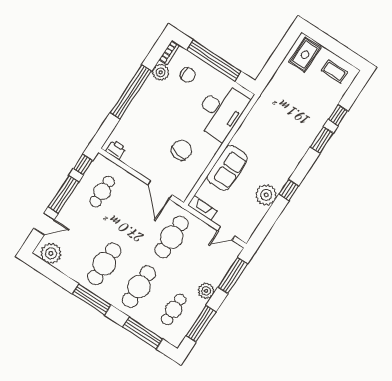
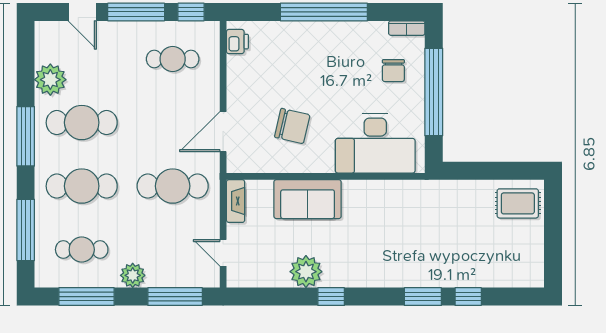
coffee table: (334, 71) -> (521, 255), removed
plant: (161, 72) -> (374, 34), removed
plant: (51, 253) -> (50, 80), moved

